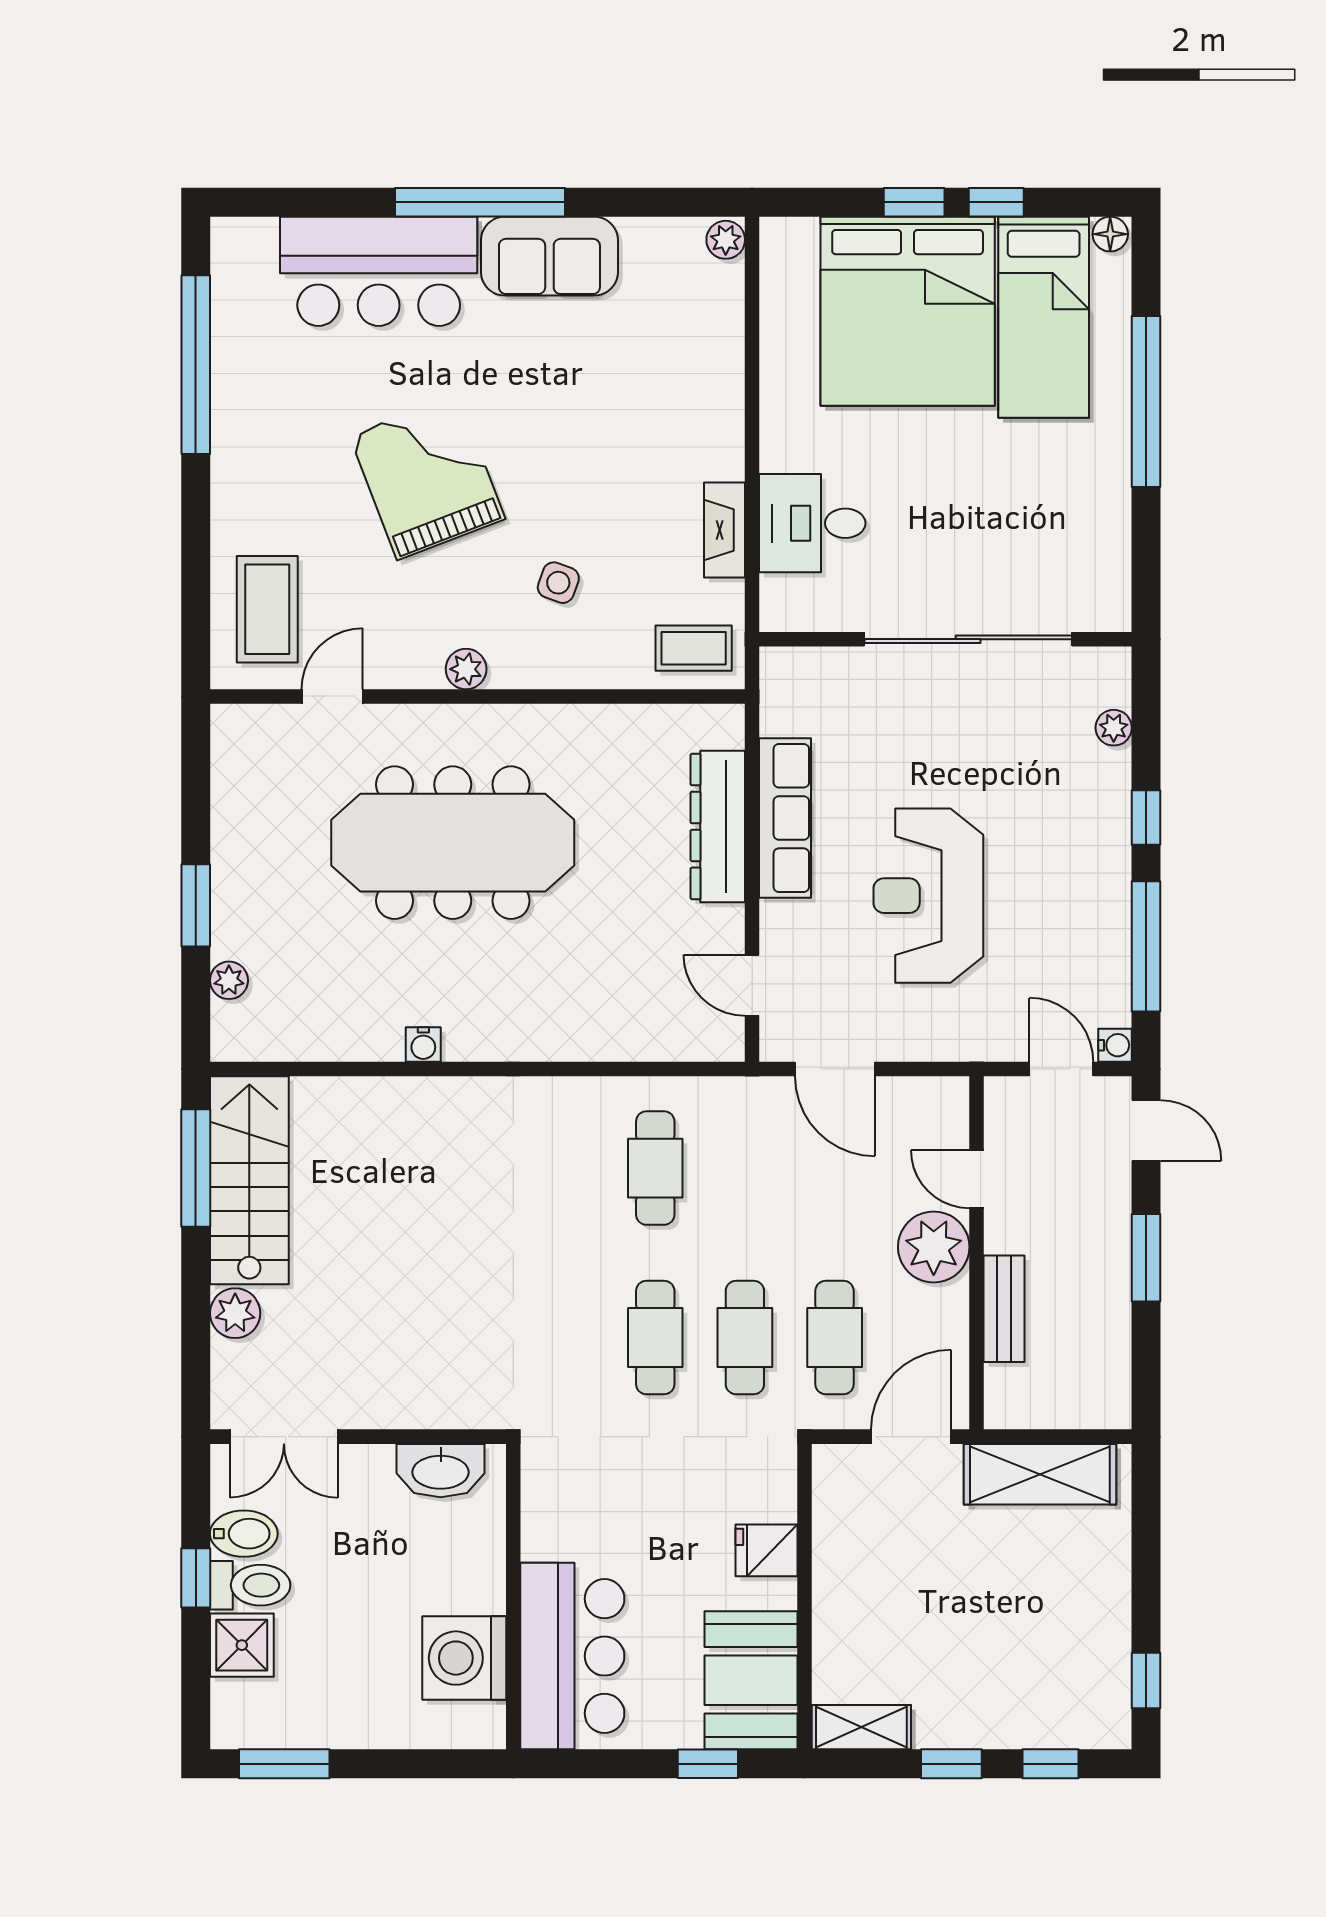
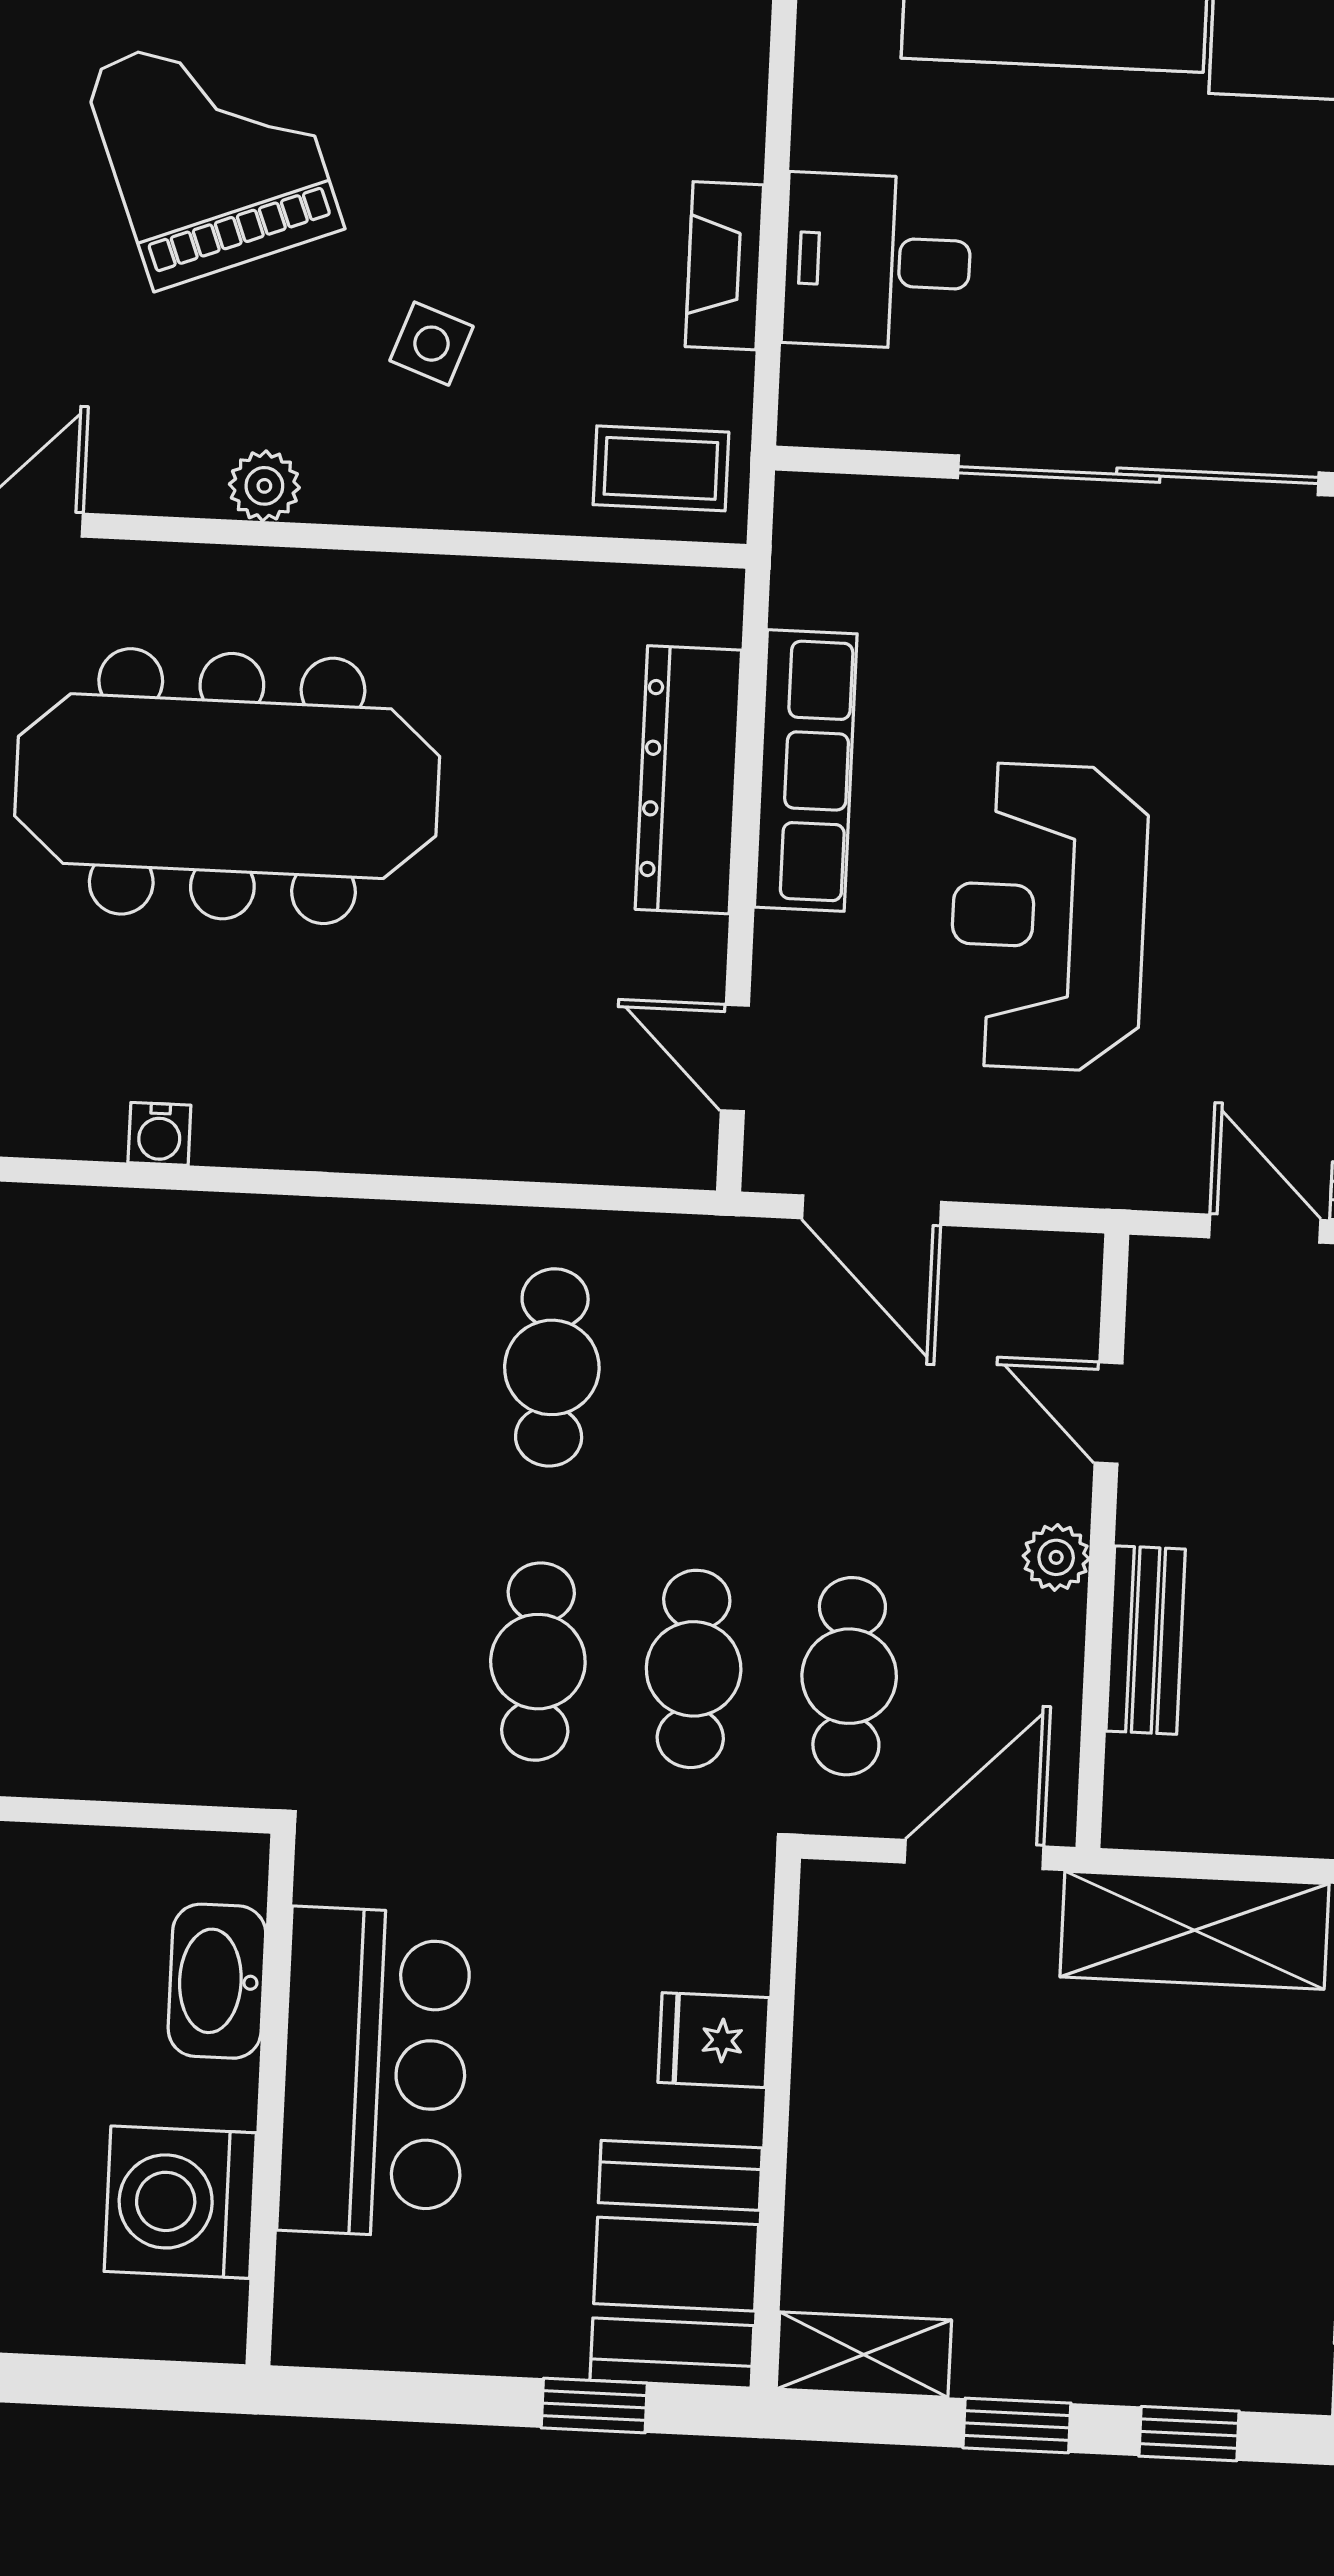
plant: (934, 1247) -> (1056, 1557), width x0.53, depth x0.53
washbasin: (441, 1471) -> (217, 1981), moved, turned 90
bar counter: (572, 1656) -> (374, 2072), moved

